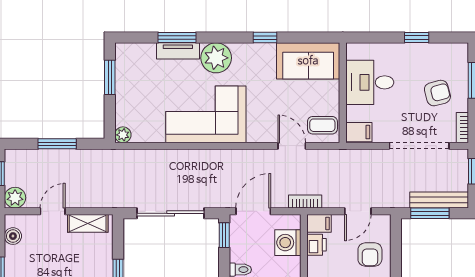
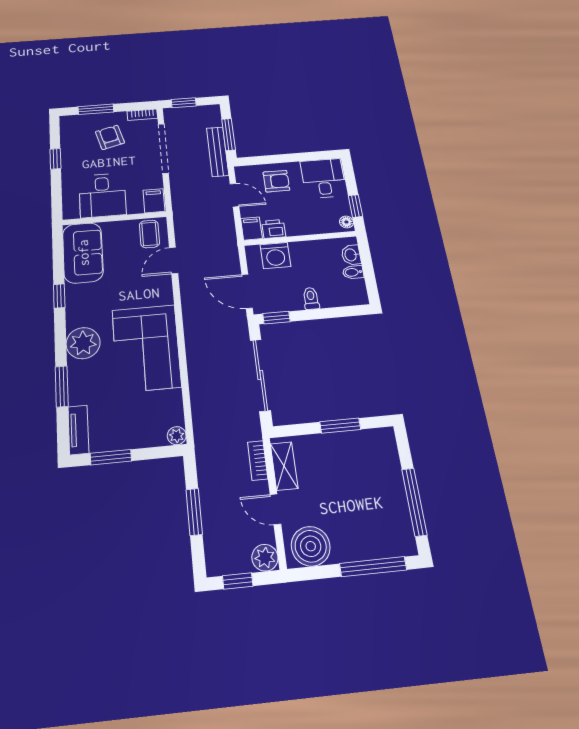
tv unit: (178, 51) -> (78, 430), moved
bench: (439, 200) -> (218, 152), moved
bookcase: (305, 202) -> (258, 460), moved
boiler: (13, 236) -> (311, 546), width x1.86, depth x1.86

